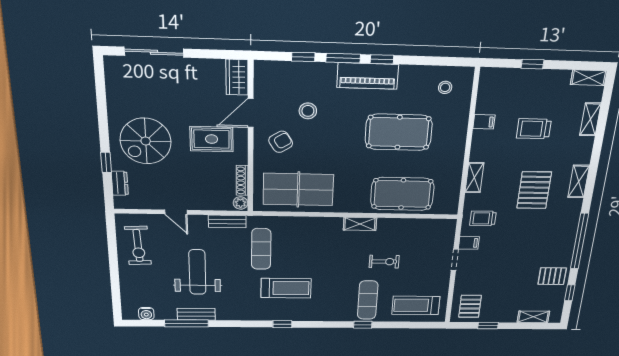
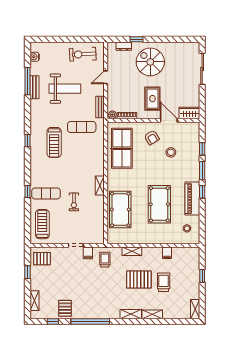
piano: (368, 76) -> (192, 199), moved
shelving: (590, 119) -> (152, 314), moved
pallet: (534, 190) -> (139, 279), moved

